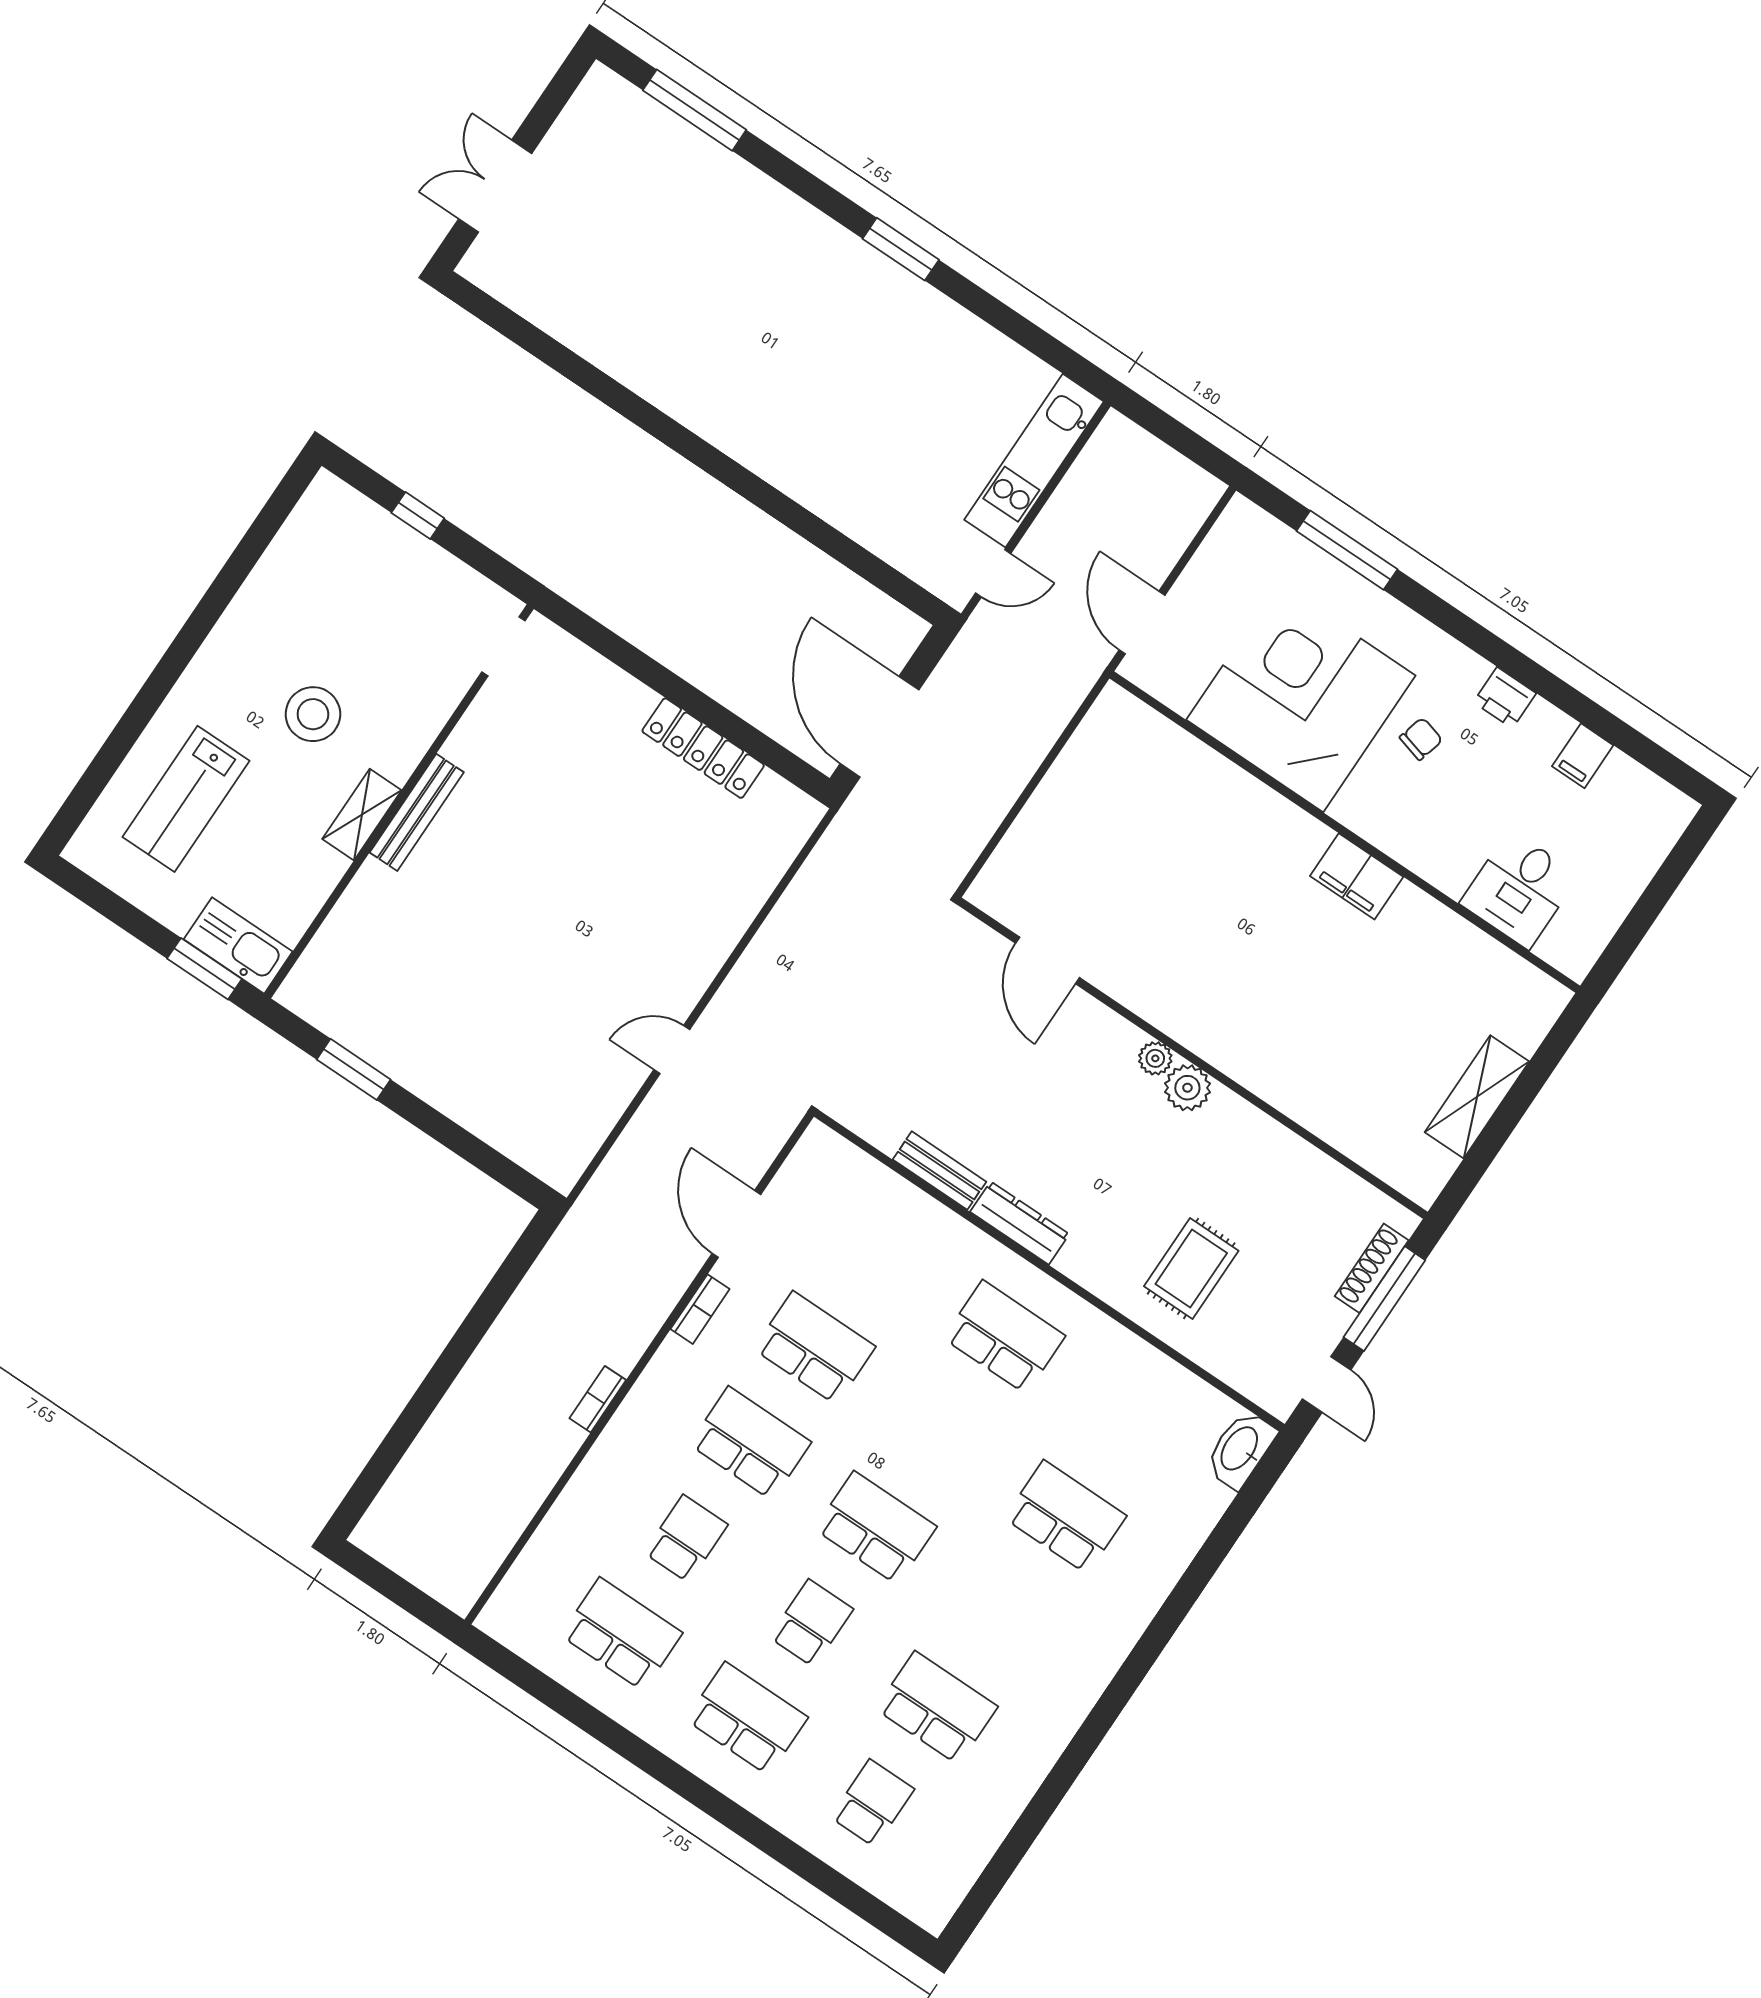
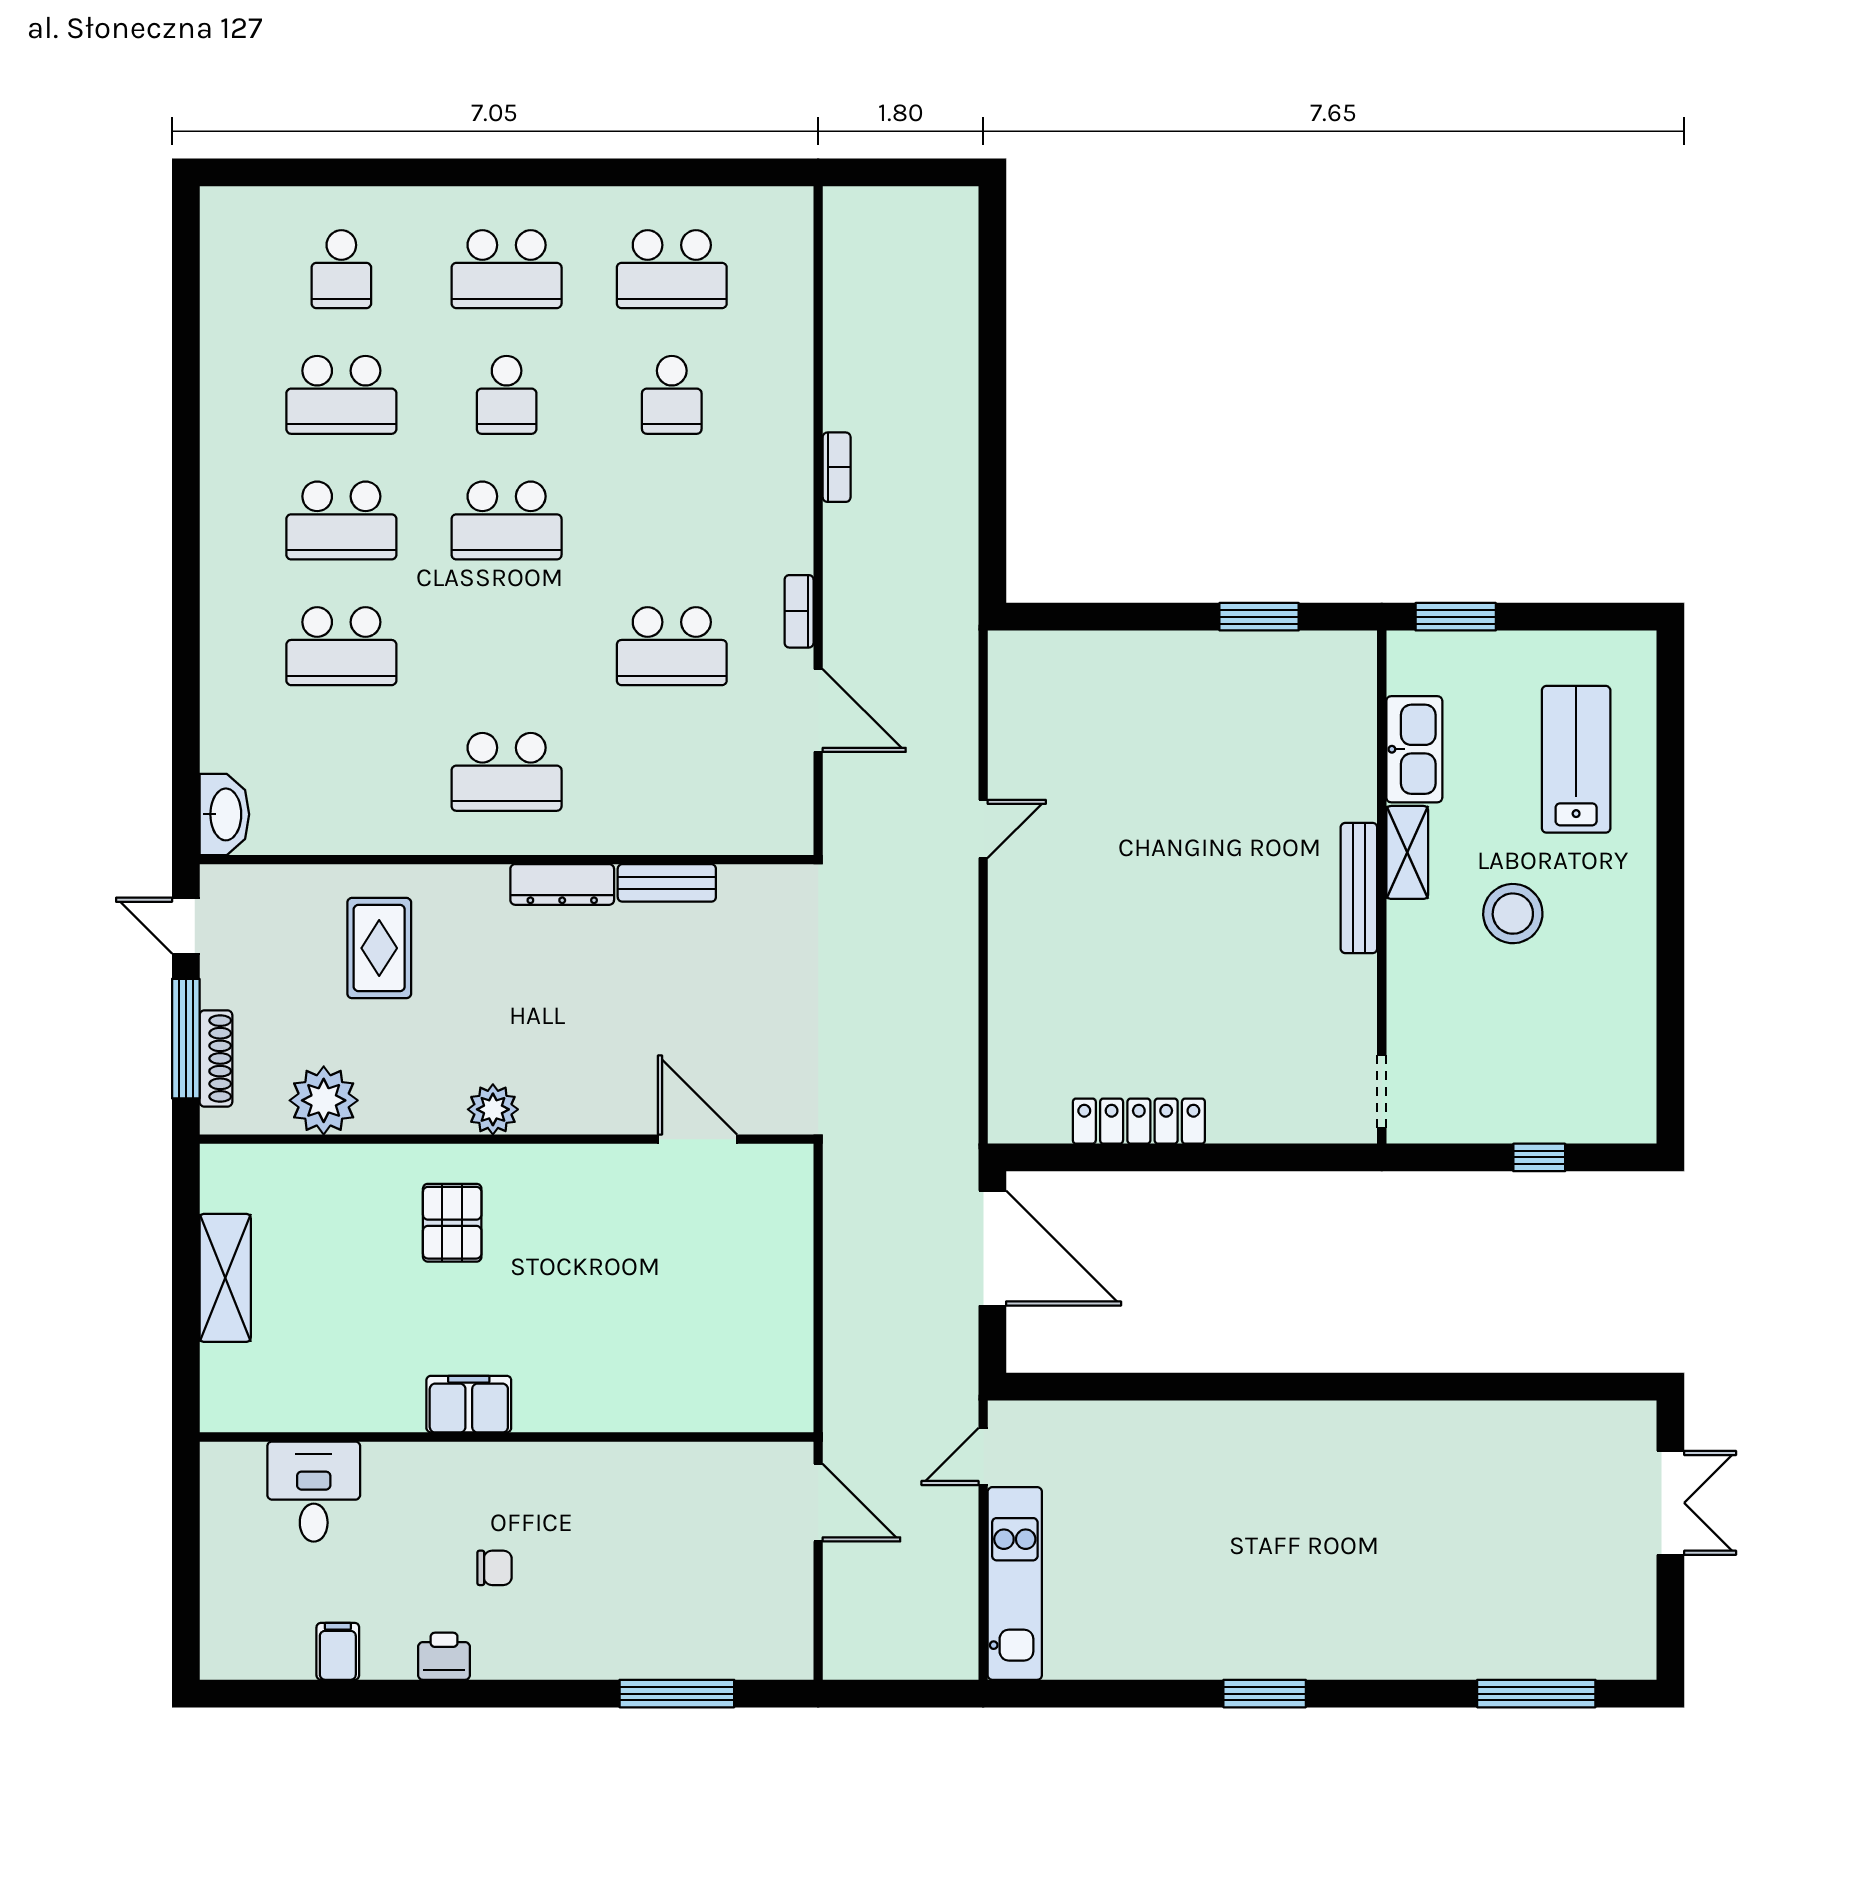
corner desk: (1301, 698) -> (629, 1532), removed
chair: (1421, 739) -> (495, 1568), turned -105
kitchen sink: (238, 945) -> (1414, 749), moved, turned -90
pallet: (1276, 1023) -> (452, 1223), added
plant: (1155, 1058) -> (324, 1100), moved, width x1.88, depth x1.88
school desk: (750, 1443) -> (341, 521), moved

